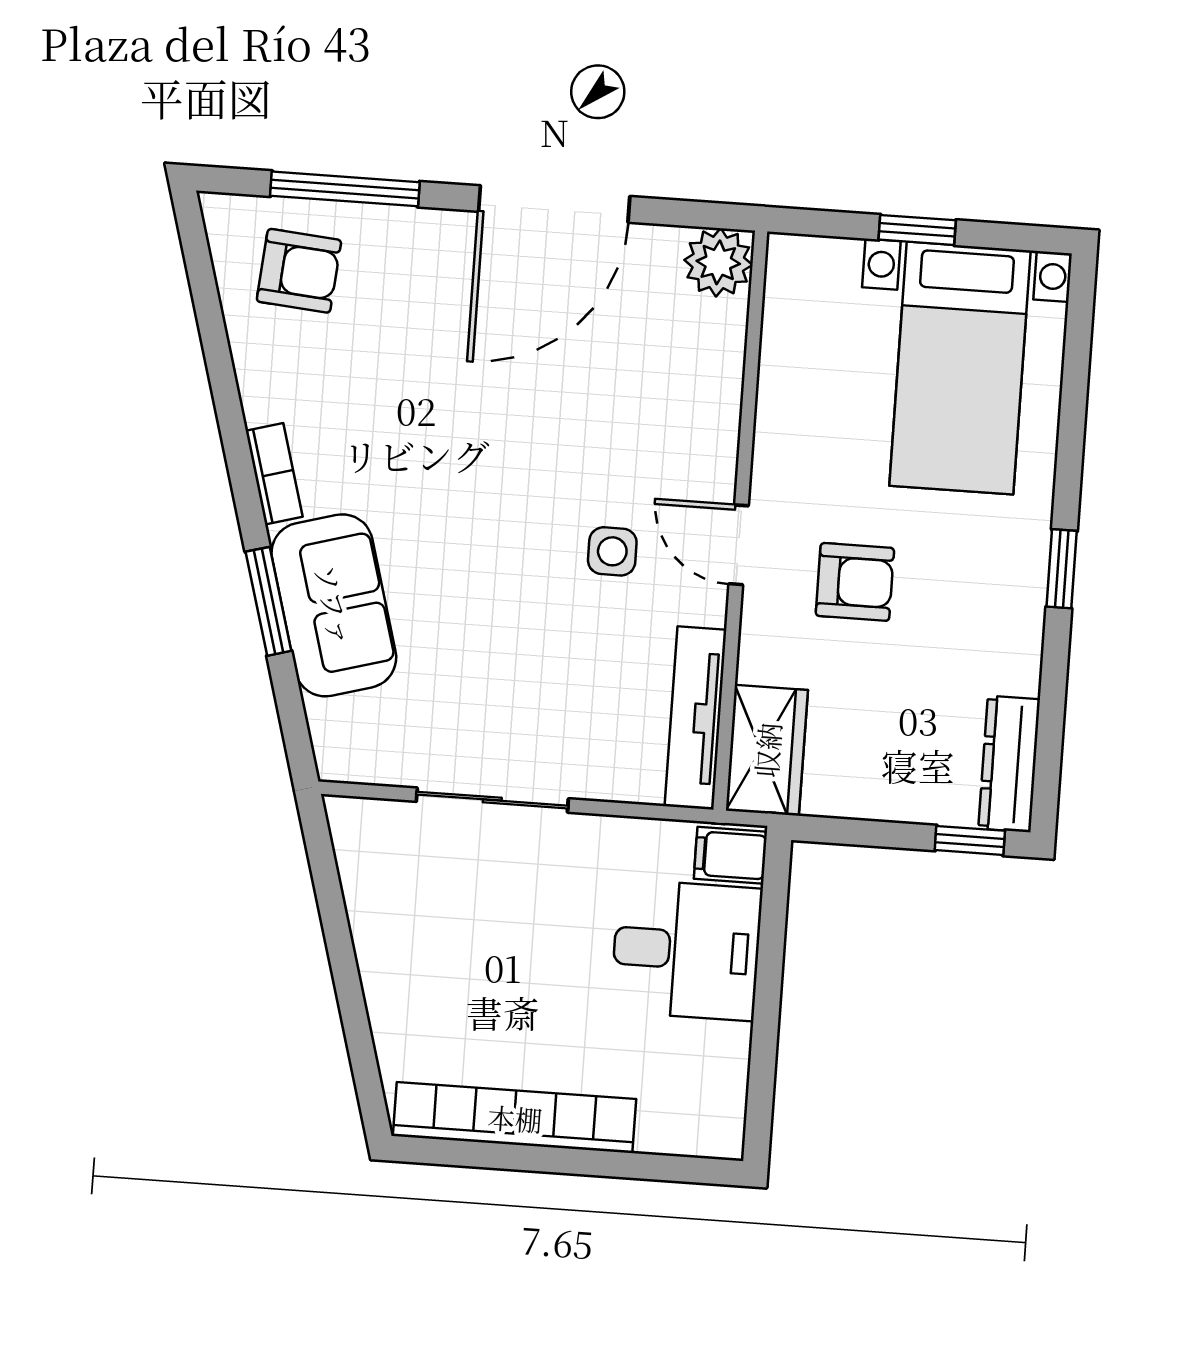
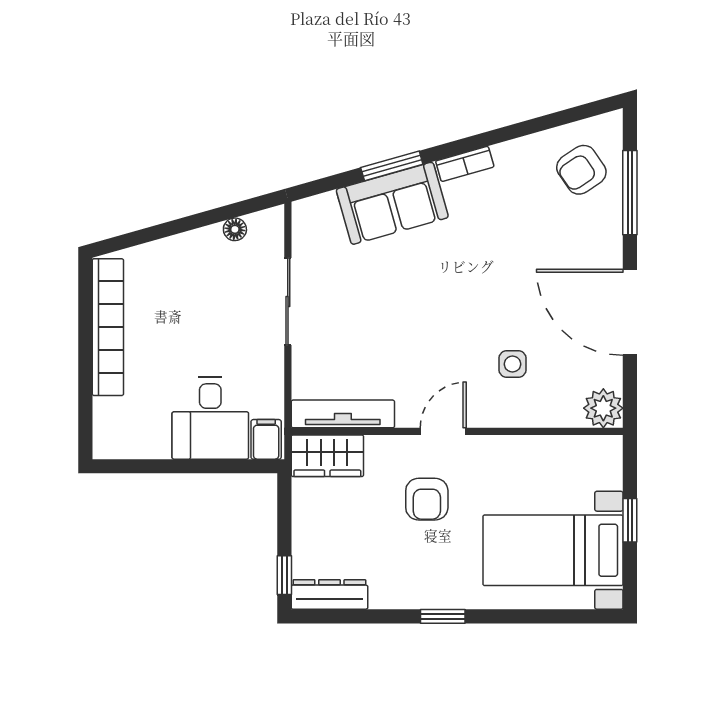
armchair: (299, 271) -> (581, 170), turned 51
side table: (612, 551) -> (512, 364), moved
floor lamp: (360, 883) -> (235, 229), added

